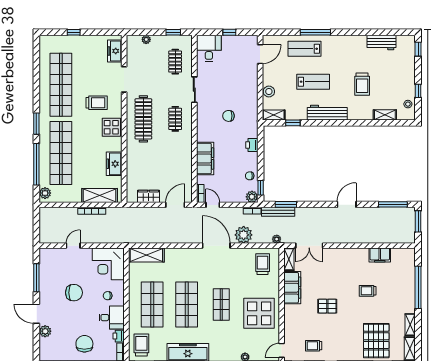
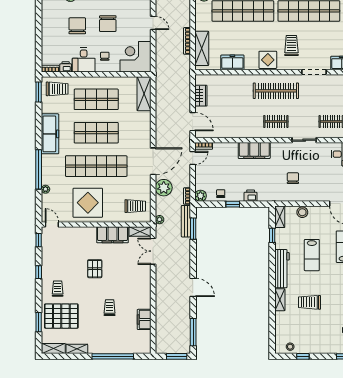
trolley: (97, 103) -> (291, 46), turned 180
shelving: (385, 115) -> (280, 300), moved
chair: (228, 116) -> (293, 178), moved
filing cabinet: (205, 158) -> (254, 150), moved
window: (261, 188) -> (233, 204), moved
shop shelf: (221, 305) -> (96, 166), width x2.00, depth x1.36
chair: (84, 344) -> (77, 26), moved, turned -90
trolley: (314, 346) -> (58, 289), moved

